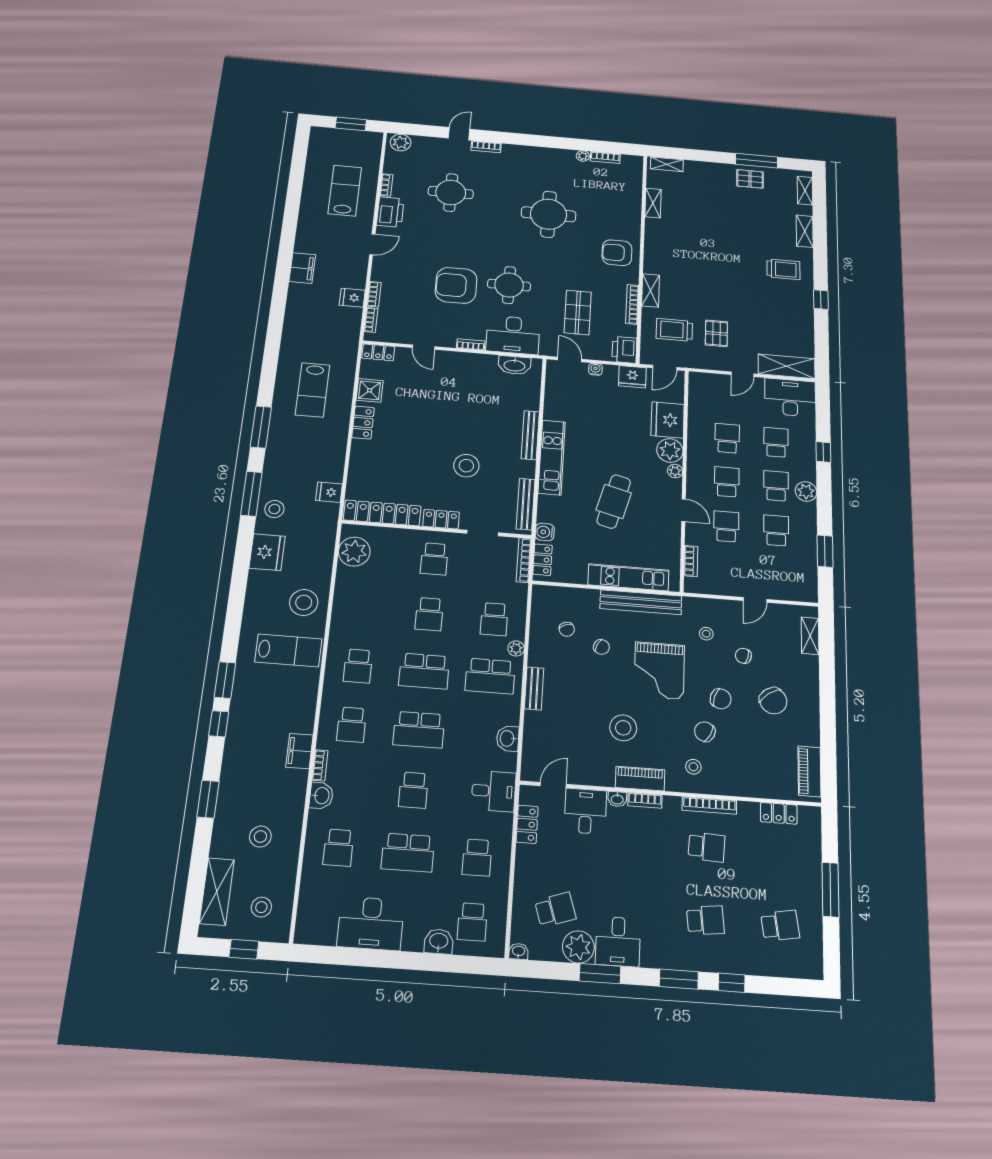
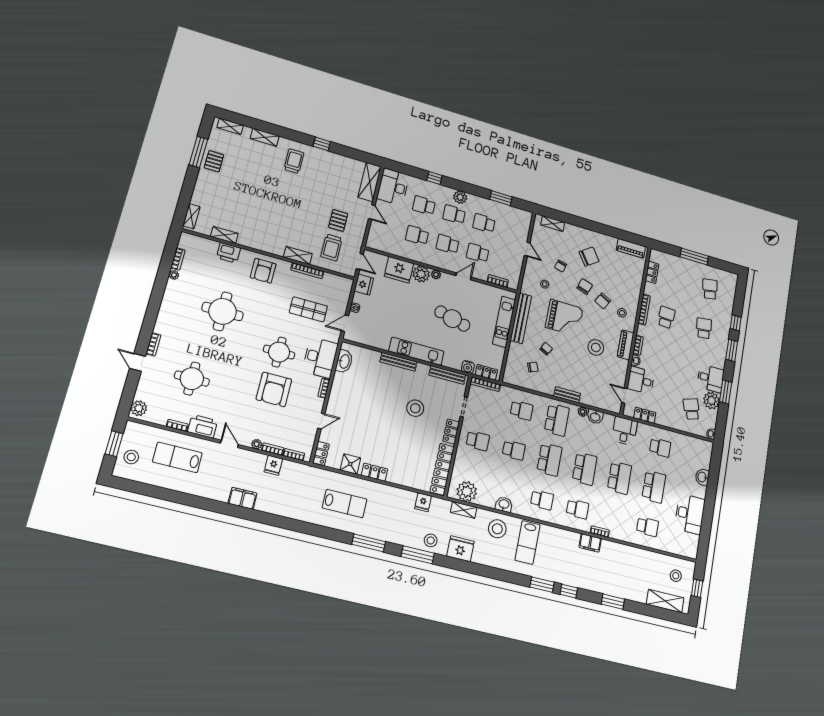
plant: (378, 275) -> (257, 444), added
pallet: (716, 333) -> (338, 220), turned 90
printer: (624, 350) -> (229, 253), moved
shelving: (326, 550) -> (464, 510), added
plant: (516, 648) -> (583, 412), moved
lab bench: (288, 650) -> (527, 542), turned 180
school desk: (413, 790) -> (619, 478), width x1.85
washbasin: (321, 796) -> (504, 504), moved
stool: (260, 837) -> (131, 457), moved
school desk: (472, 922) -> (694, 457), removed

